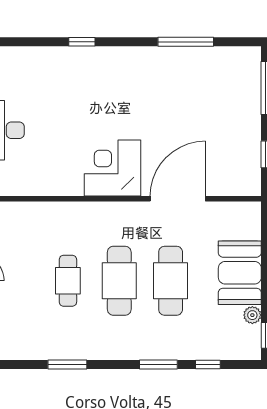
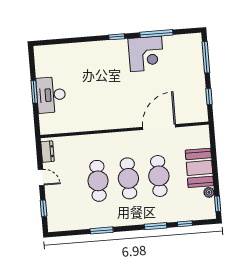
window: (82, 42) -> (117, 37), moved
corner desk: (112, 168) -> (146, 54), moved, turned 180
cafe table: (68, 281) -> (98, 181), width x1.37, depth x1.35

